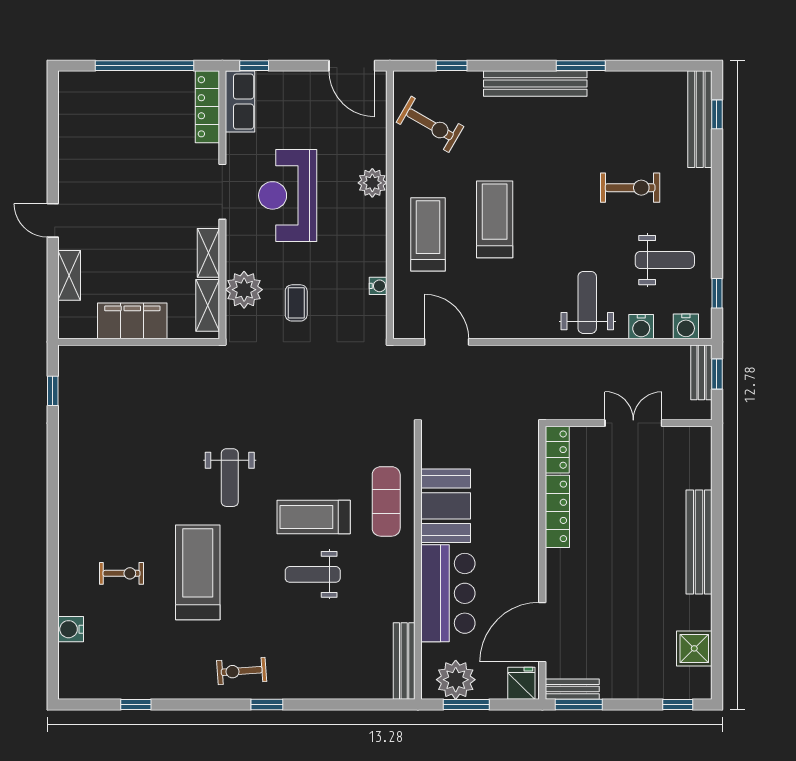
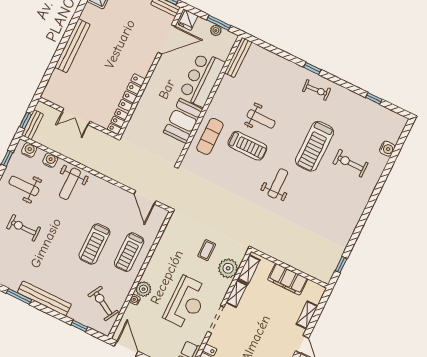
water cooler: (378, 286) -> (135, 300), moved
exercise bike: (122, 573) -> (351, 163), width x1.38, depth x1.39
plant: (456, 680) -> (216, 30), width x0.53, depth x0.53

